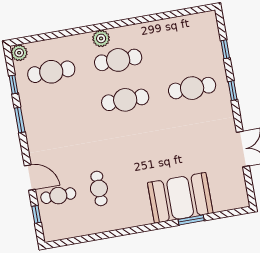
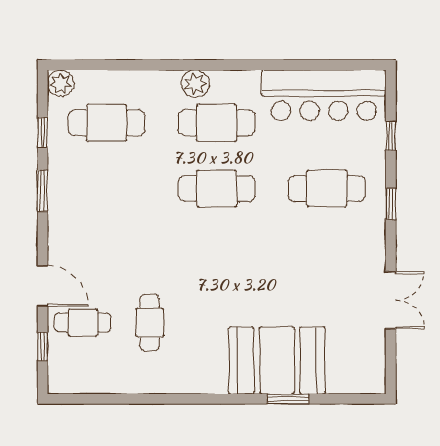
bar counter: (180, 32) -> (324, 95), added

